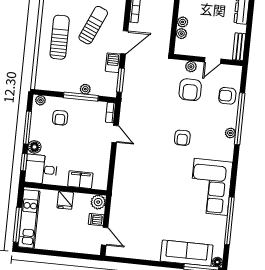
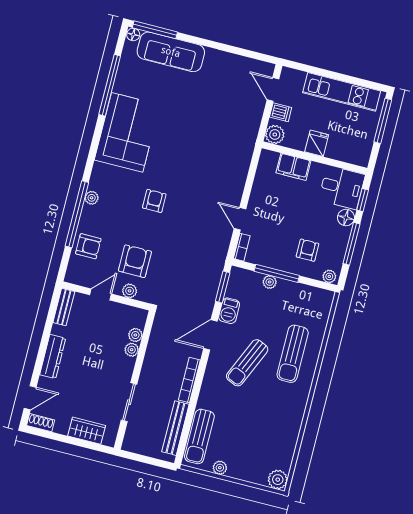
kitchen unit: (29, 219) -> (342, 92), moved, turned -90

